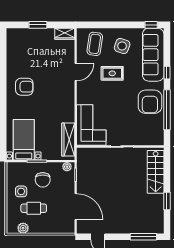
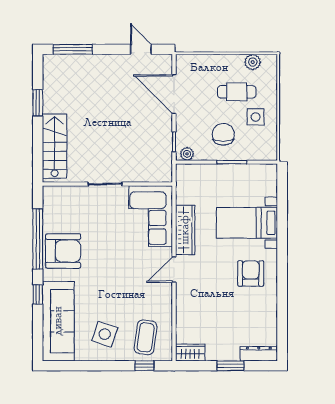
window: (151, 25) -> (144, 366), moved
dresser: (19, 33) -> (259, 354), added
door: (76, 72) -> (174, 270), moved
rug: (112, 73) -> (119, 293), removed
armchair: (24, 87) -> (251, 273), turned 90
armchair: (150, 102) -> (63, 251), turned 90
bed with nightstands: (24, 140) -> (247, 223), moved, turned 90
wardrobe: (68, 140) -> (185, 230), moved

